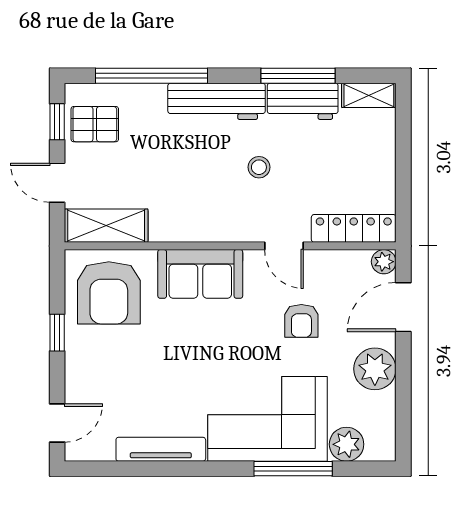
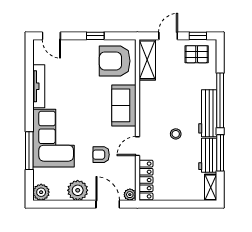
window: (151, 76) -> (220, 100), moved
pallet: (95, 124) -> (197, 54), turned 90
plant: (347, 444) -> (41, 192), moved

